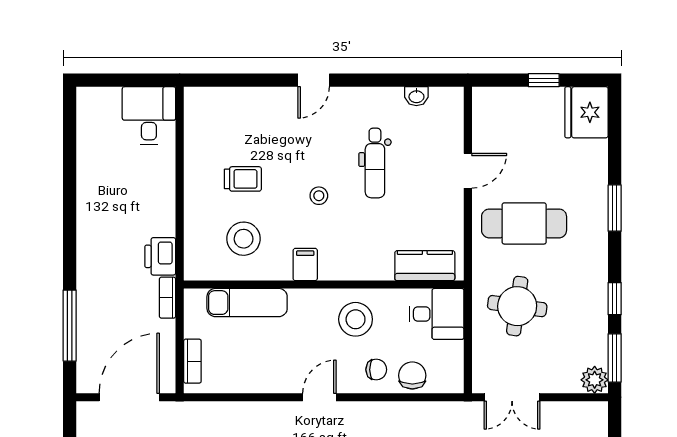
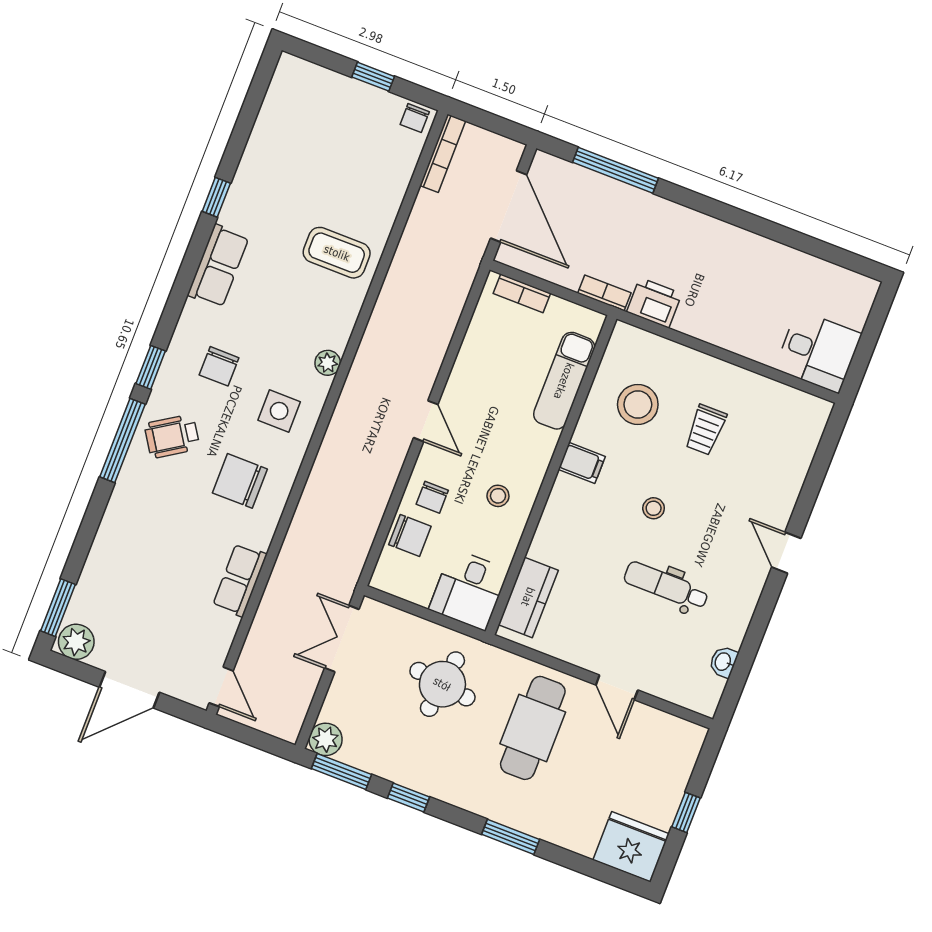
stool: (356, 319) -> (498, 496), width x0.53, depth x0.53

